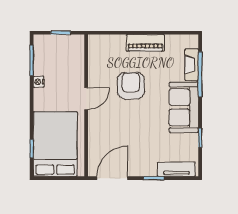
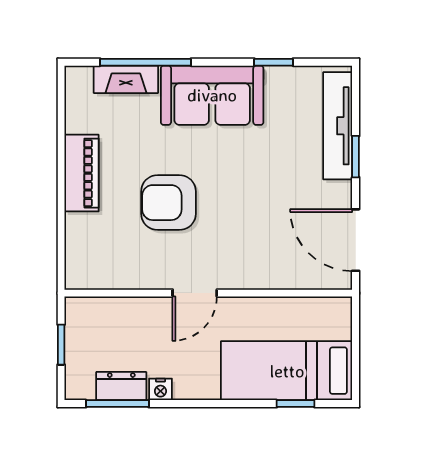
dresser: (40, 62) -> (121, 386), added
door: (86, 99) -> (195, 293), swing flipped
bed: (55, 144) -> (287, 371), width x0.67
tv unit: (176, 169) -> (338, 126), width x1.41

